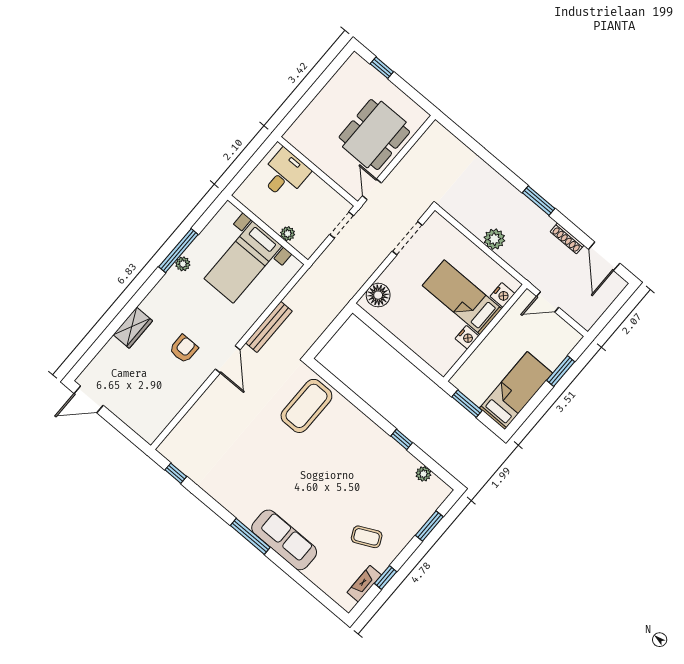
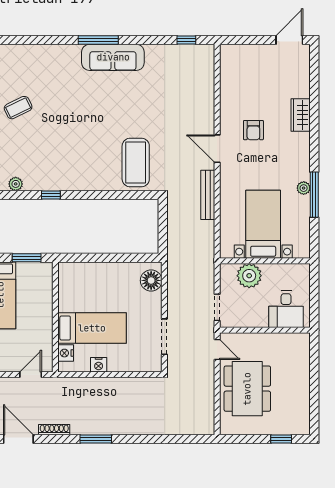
plant: (288, 234) -> (249, 276), width x1.88, depth x1.88
plant: (494, 239) -> (104, 387), removed
nightstand: (467, 337) -> (99, 365), moved, turned -90
sofa: (284, 540) -> (113, 57), moved

